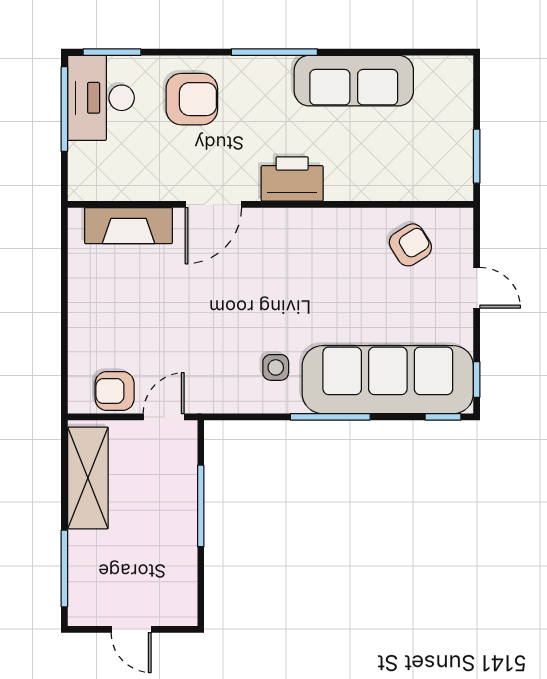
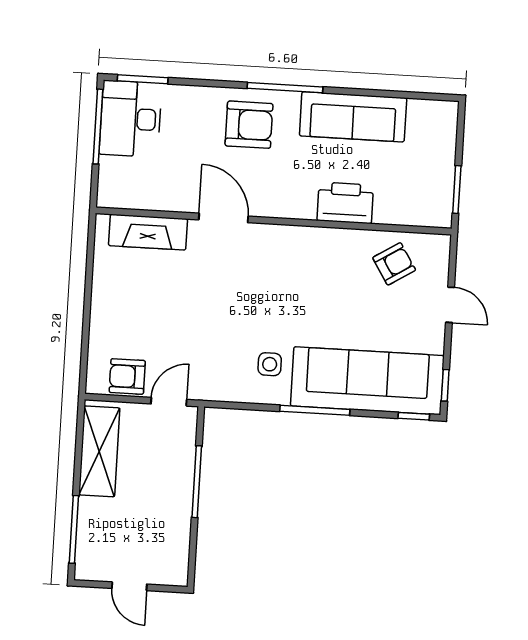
armchair: (192, 99) -> (249, 125), moved
printer: (292, 179) -> (345, 203), moved
door: (213, 204) -> (224, 218), swing flipped

